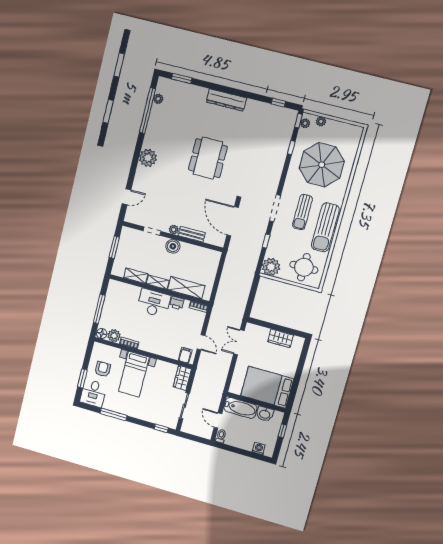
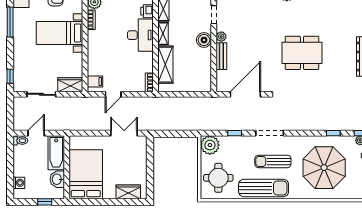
sun lounger: (325, 227) -> (264, 188), turned 180
printer: (177, 303) -> (147, 11), moved
wardrobe: (280, 338) -> (128, 192), moved, turned 90

